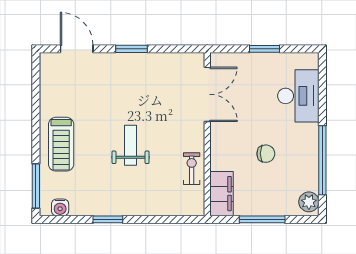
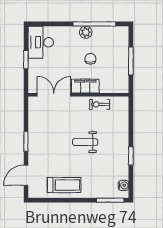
desk: (298, 96) -> (41, 42), moved, turned -90
treadmill: (61, 144) -> (64, 185), moved
filing cabinet: (221, 194) -> (85, 86), moved
plant: (309, 202) -> (86, 32), moved

